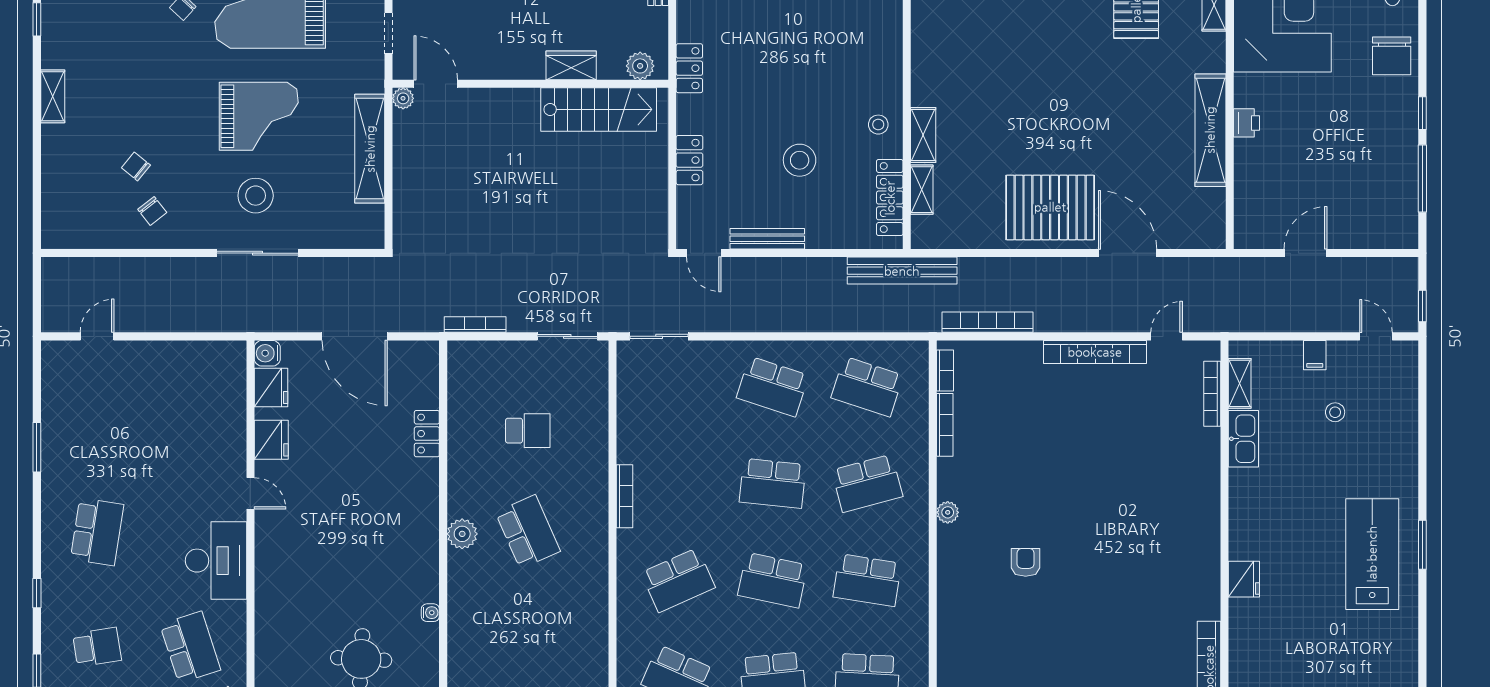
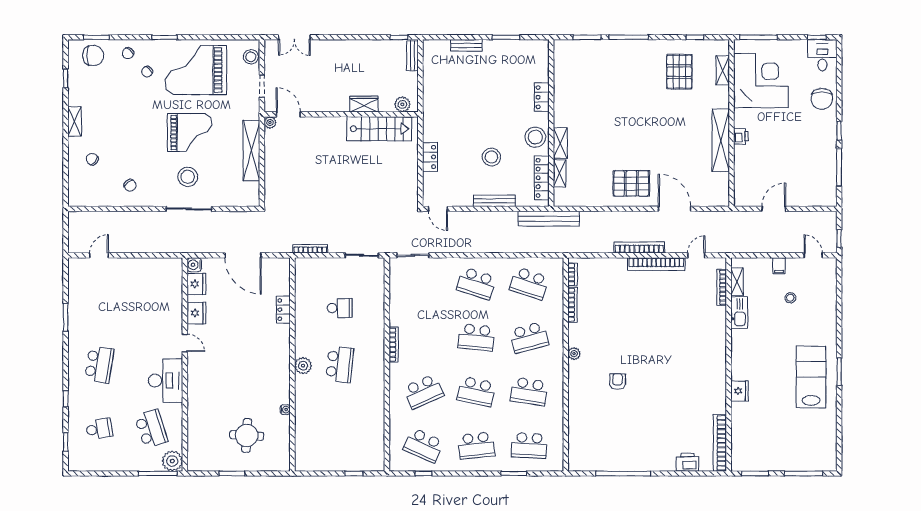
locker: (689, 68) -> (542, 97), moved, turned 180
stool: (878, 125) -> (535, 137), width x1.89, depth x1.89
chair: (136, 166) -> (92, 159), moved
pallet: (1050, 207) -> (631, 183), width x0.73, depth x0.71
bench: (767, 239) -> (494, 201), moved
bookcase: (988, 322) -> (639, 247), moved
school desk: (528, 532) -> (340, 364), turned 30

